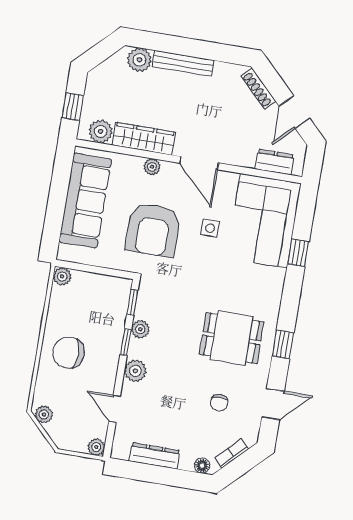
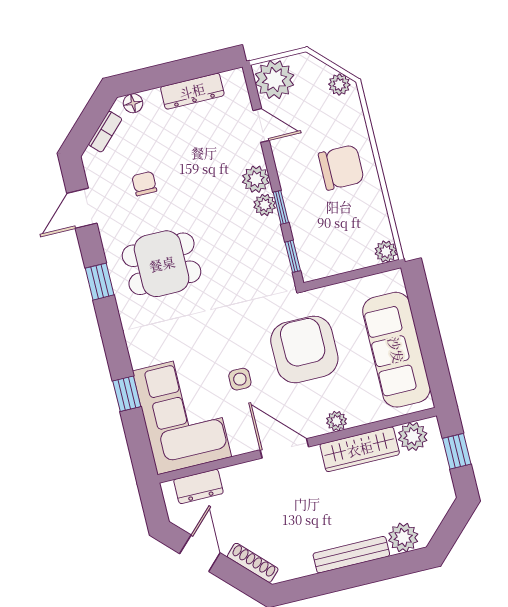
plant: (140, 329) -> (265, 205), moved
plant: (96, 447) -> (275, 80), width x1.88, depth x1.88

